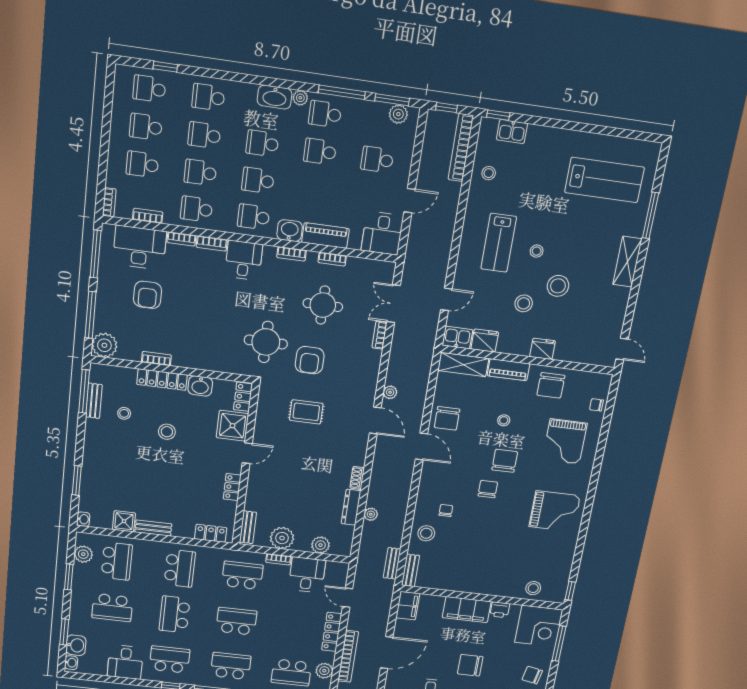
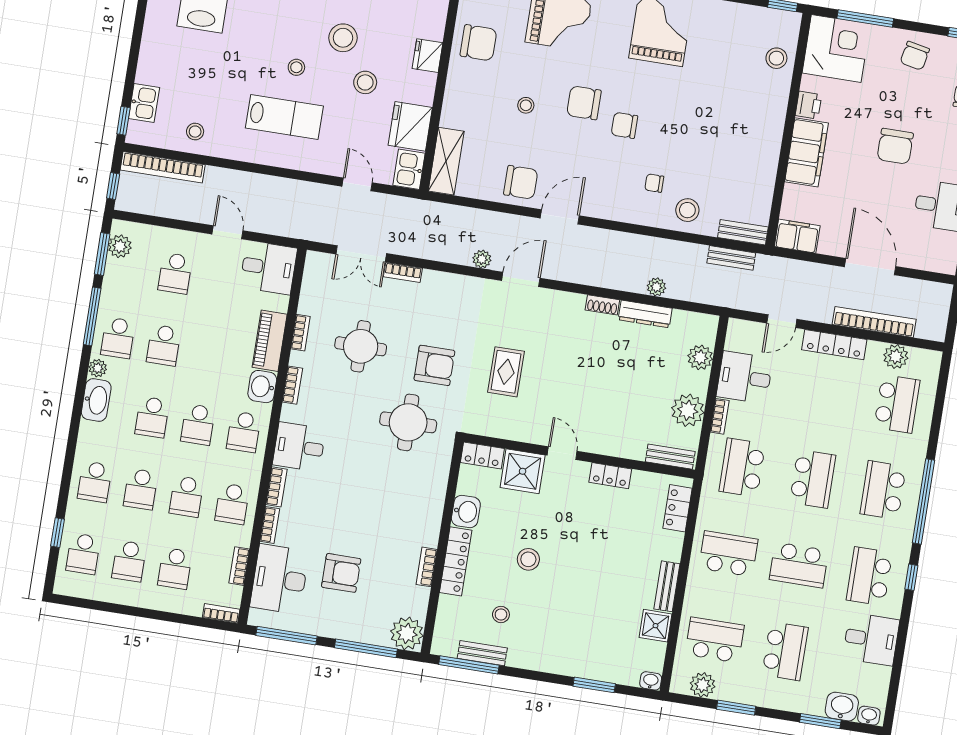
fridge: (485, 341) -> (410, 126), width x1.36, depth x1.34
piano: (508, 370) -> (455, 101), removed
school desk: (236, 621) -> (813, 479), turned 180

